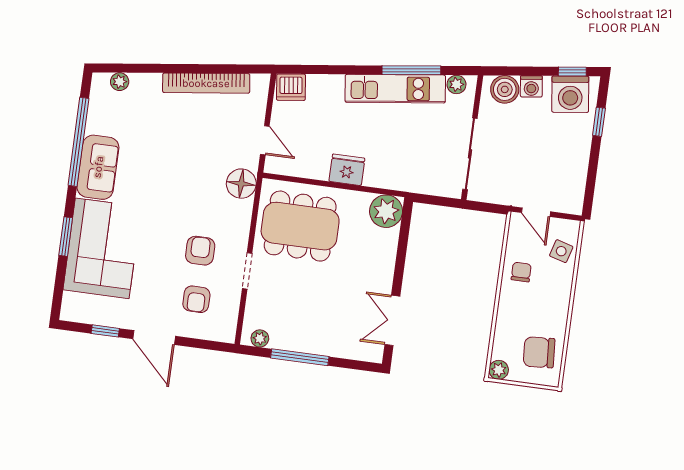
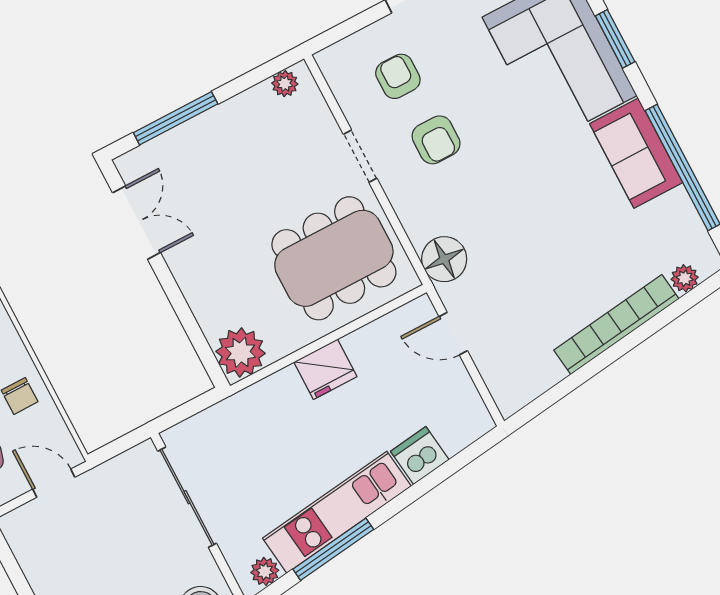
bookcase: (206, 83) -> (616, 325), moved
dishwasher: (291, 87) -> (420, 456), moved
window: (300, 357) -> (176, 118), moved

